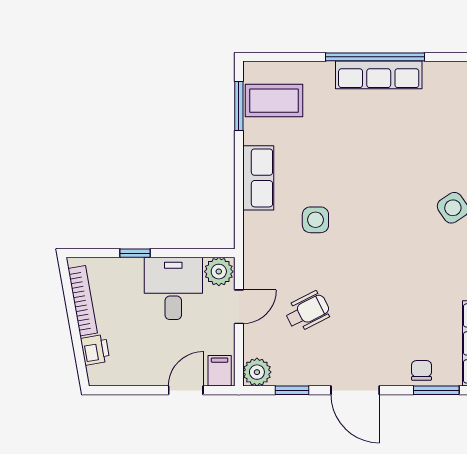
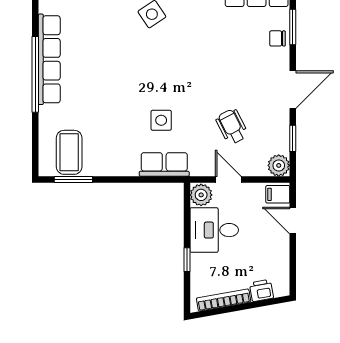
row of seats: (379, 75) -> (49, 59), width x1.36
row of seats: (258, 178) -> (164, 164), moved

